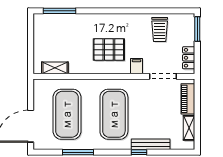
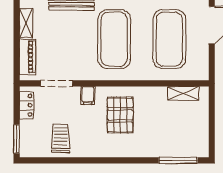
pallet: (109, 50) -> (120, 115), turned 90

